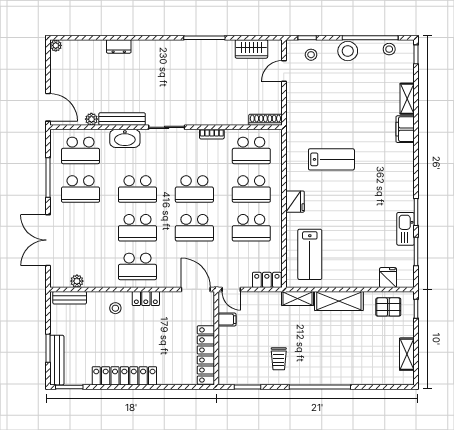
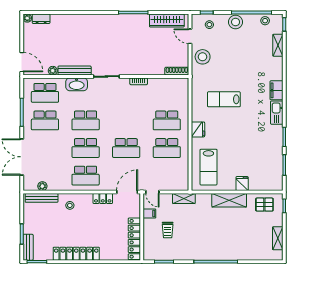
dresser: (119, 46) -> (41, 19), moved
wardrobe: (251, 49) -> (167, 21), width x1.50
door: (284, 71) -> (190, 36), hinge flipped
shelving: (407, 99) -> (278, 45), moved
stool: (302, 100) -> (203, 57), added
filing cabinet: (405, 129) -> (277, 90), moved
school desk: (251, 150) -> (167, 93), removed
lab bench: (331, 159) -> (224, 99), turned 180
school desk: (194, 189) -> (126, 120), removed
kitchen sink: (406, 229) -> (277, 113), moved
fridge: (388, 278) -> (242, 184), moved
locker: (267, 280) -> (178, 185), removed
door: (196, 289) -> (127, 192), hinge flipped
bench: (70, 298) -> (42, 198), width x1.36
locker: (146, 298) -> (103, 198), moved
shelving: (298, 298) -> (184, 198), moved
trolley: (279, 359) -> (168, 230), moved
bench: (57, 360) -> (28, 247), width x0.73

